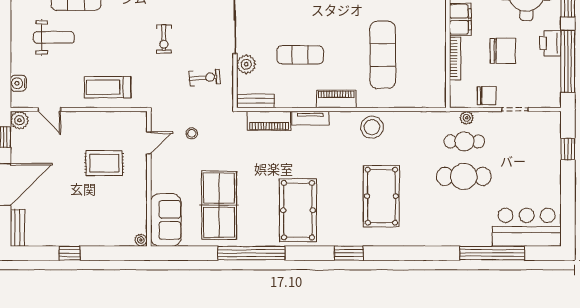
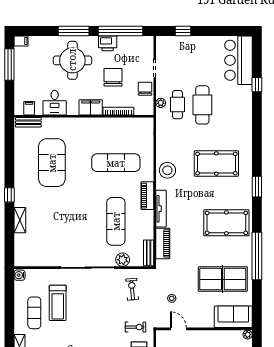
exercise bike: (164, 39) -> (136, 327), moved
exercise mat: (300, 55) -> (116, 221), width x1.36, depth x1.45
tv unit: (310, 118) -> (161, 209), width x1.41
window: (492, 253) -> (257, 85), width x0.32

